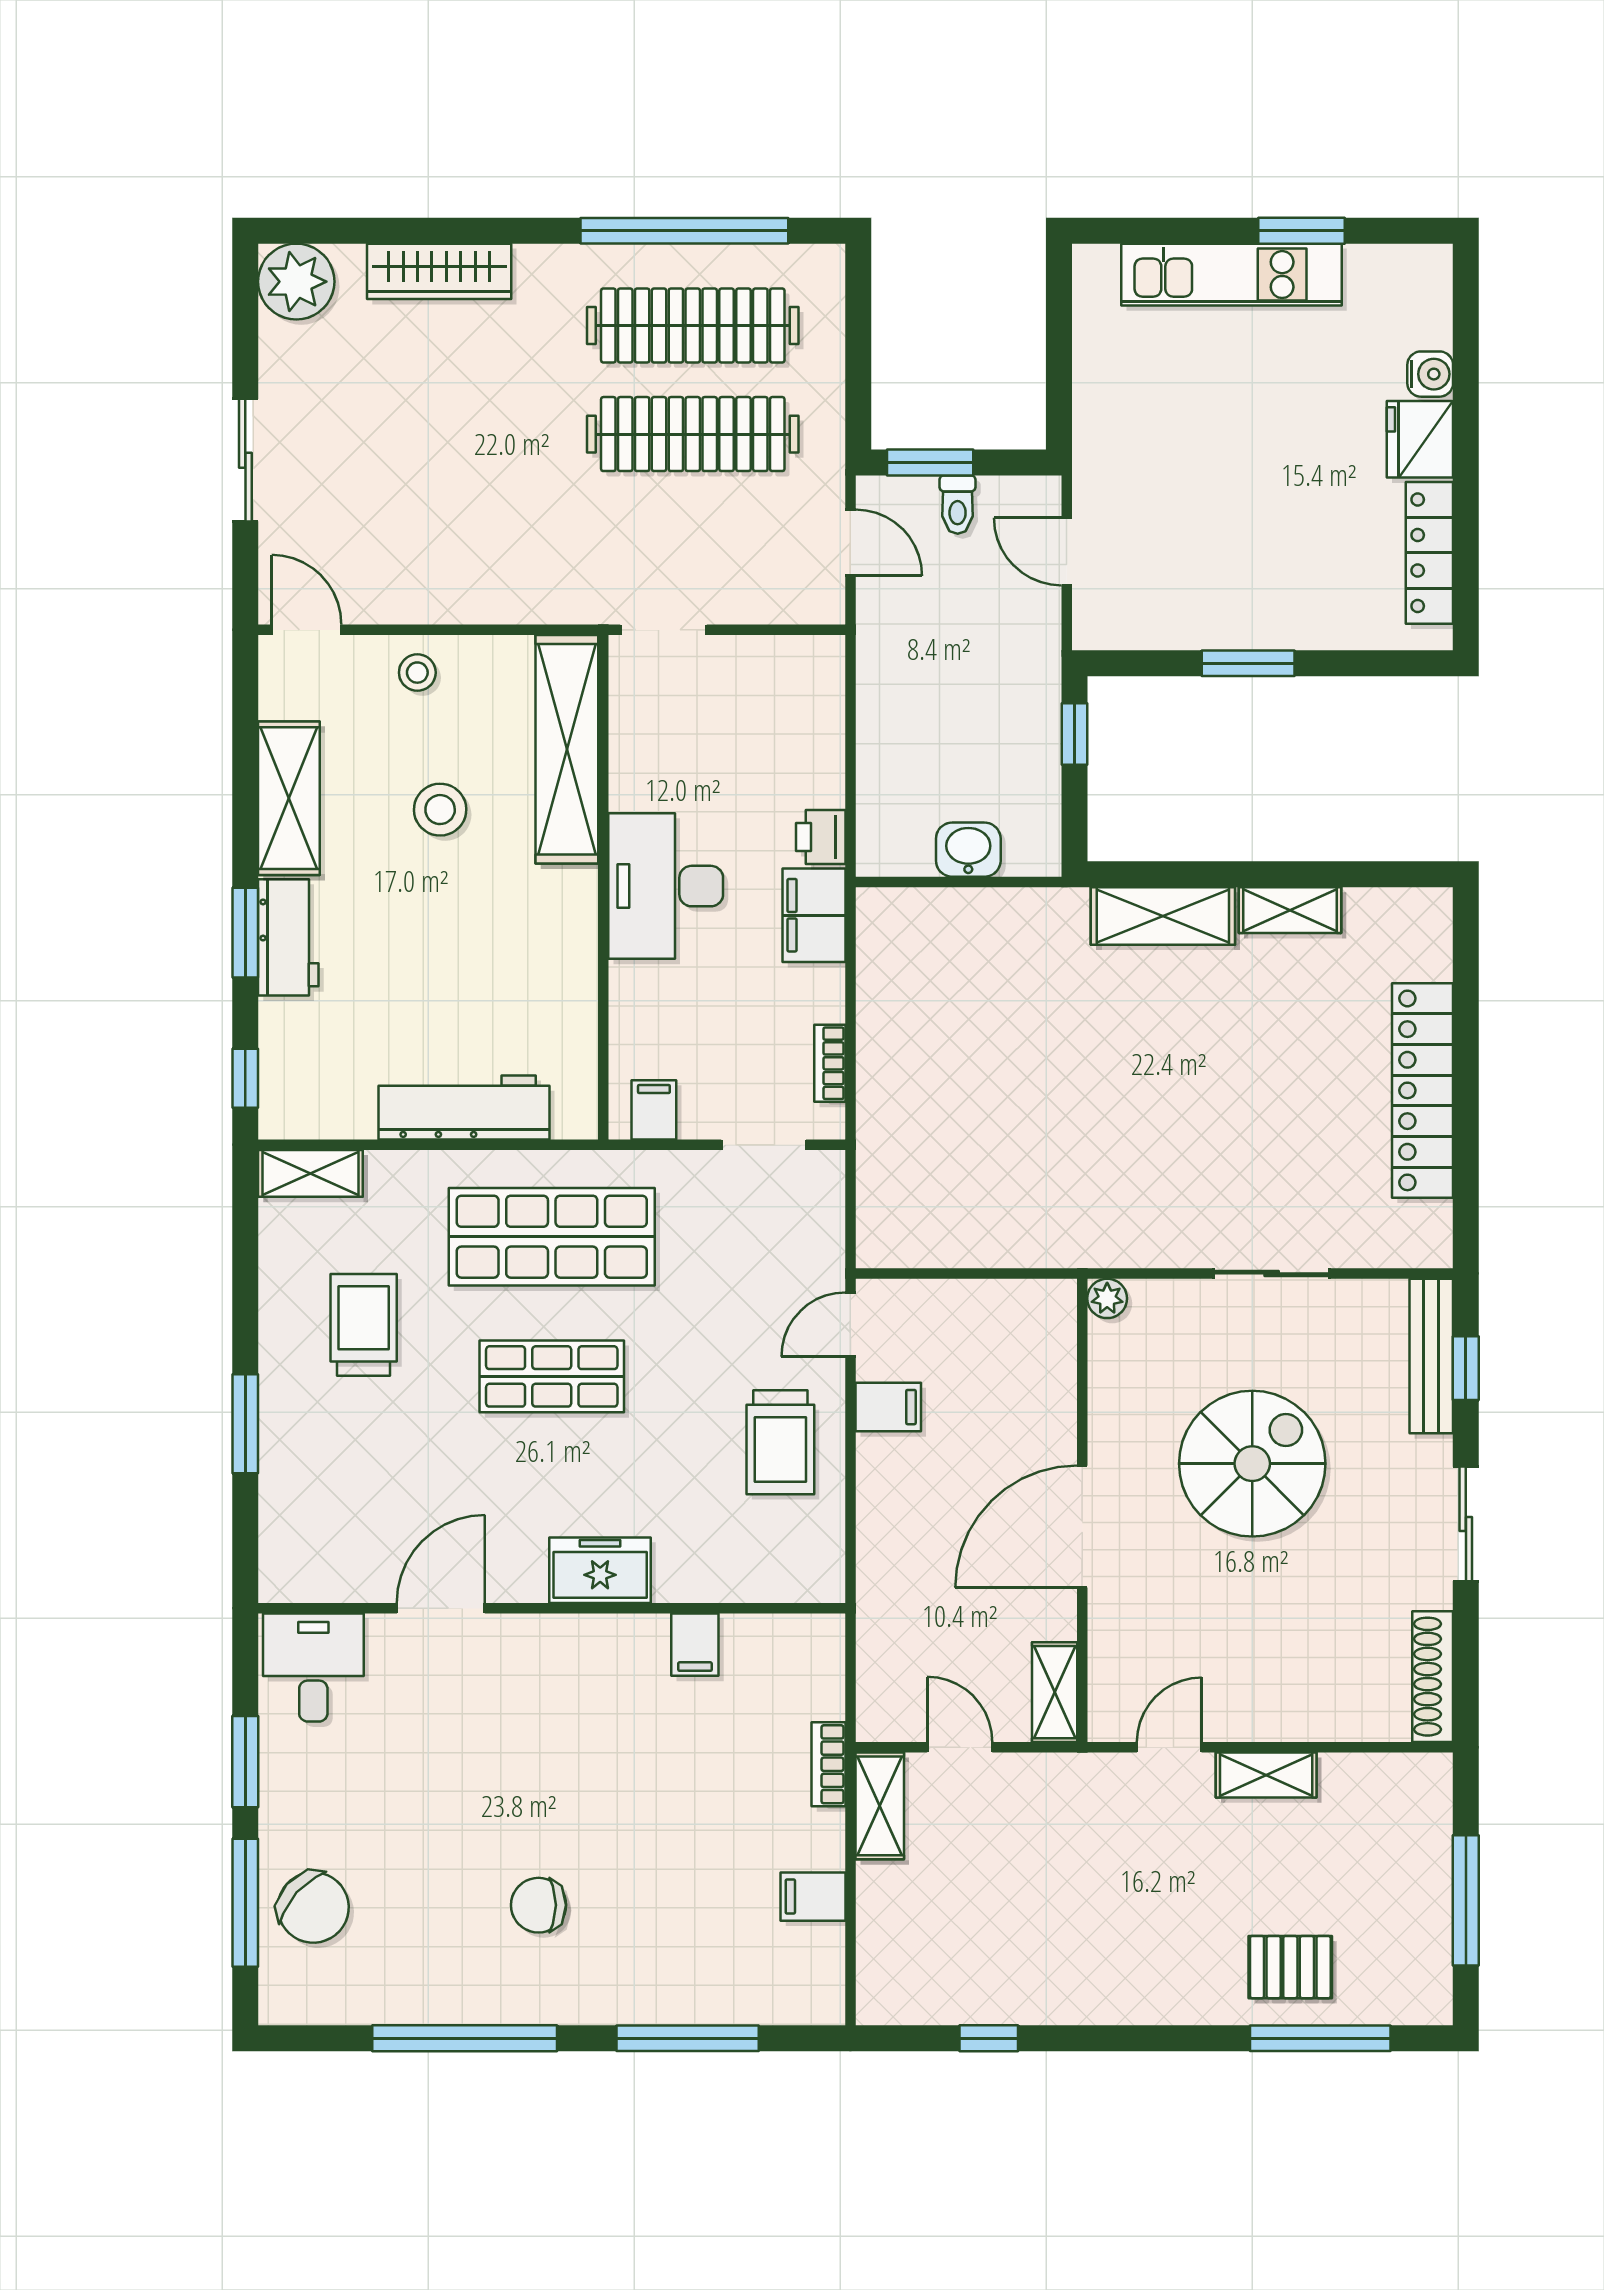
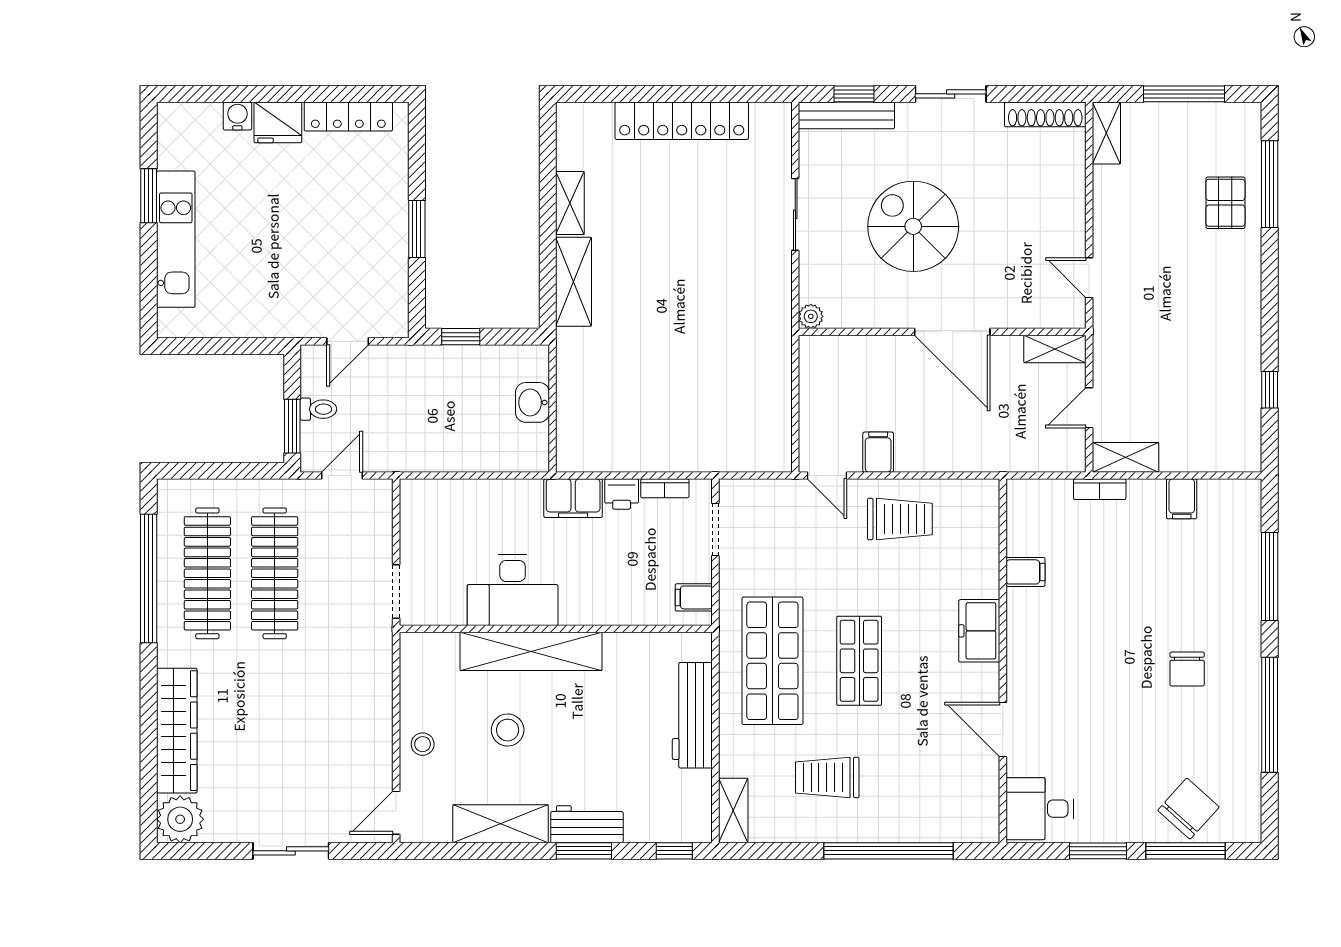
wardrobe: (439, 271) -> (177, 731), width x1.40, depth x1.17
shelving: (567, 749) -> (531, 651), moved
printer: (821, 837) -> (622, 494), moved
desk: (666, 886) -> (513, 590), moved
window: (245, 1424) -> (889, 851), width x2.11
shelving: (1266, 1775) -> (1106, 133), moved

